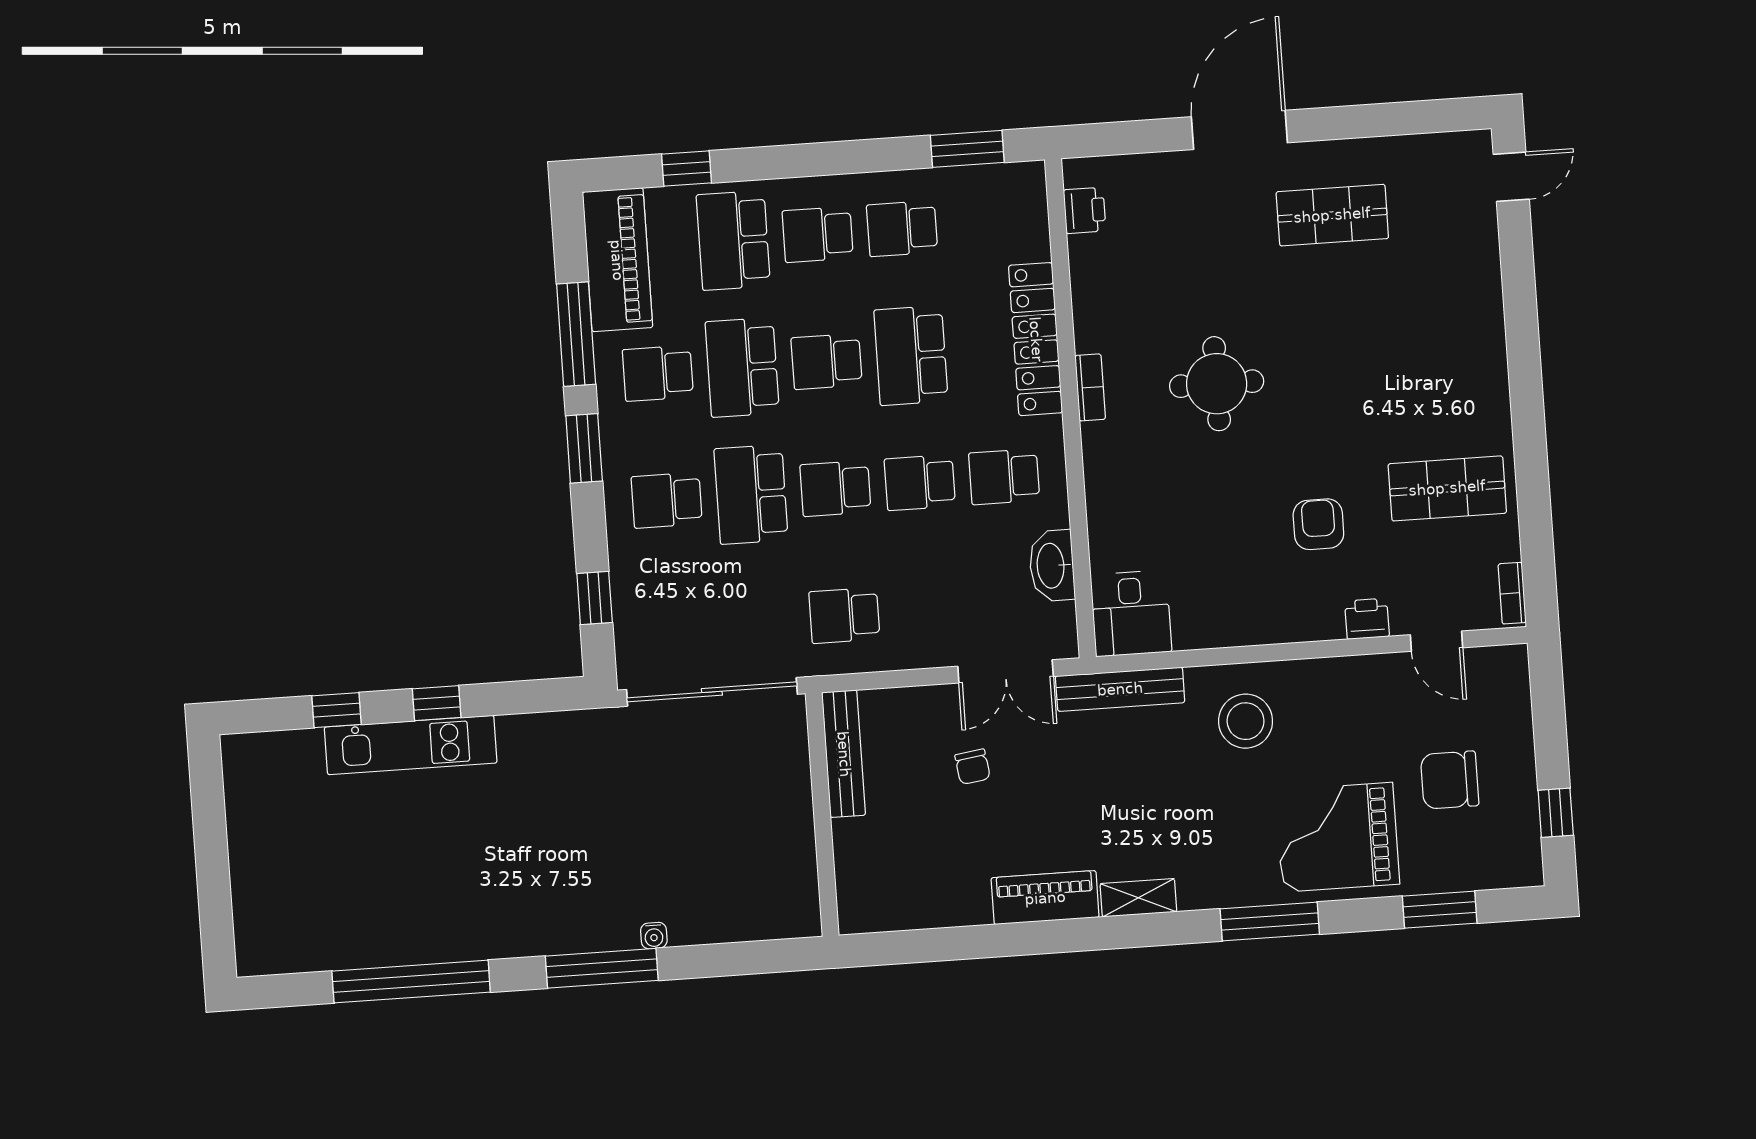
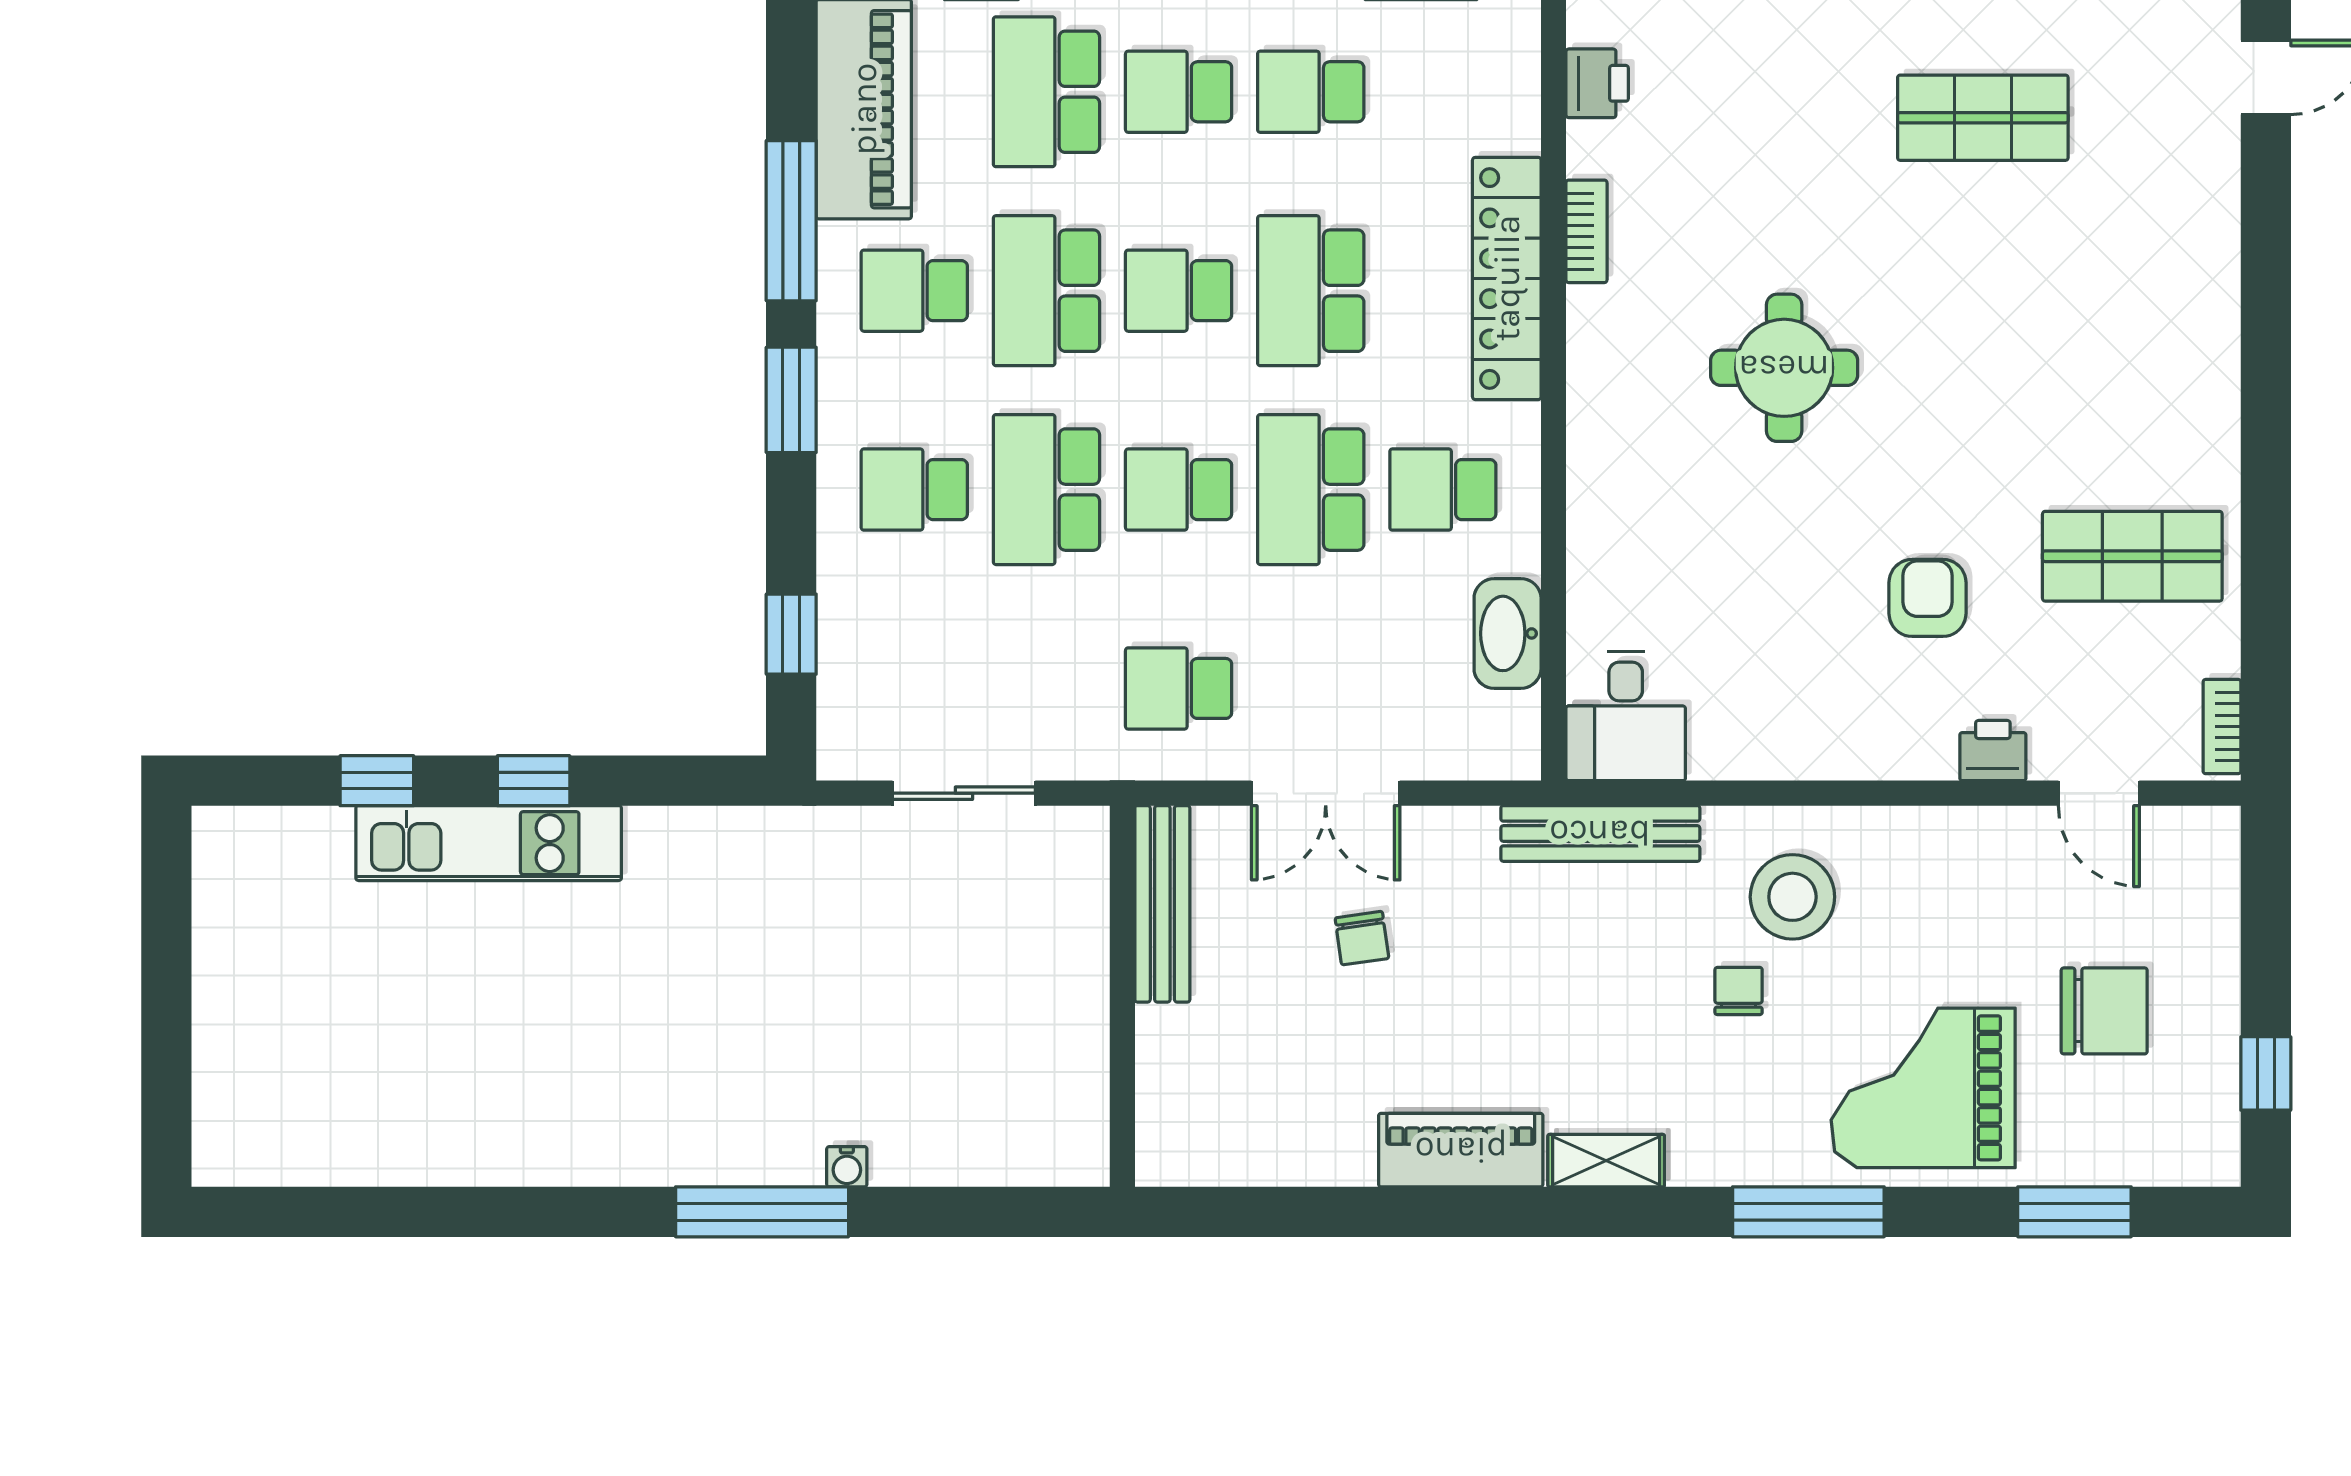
bookcase: (1090, 387) -> (1587, 231), moved
school desk: (920, 483) -> (1311, 490), width x1.85
double door: (1006, 671) -> (1326, 793), moved
sliding door: (712, 692) -> (964, 793), width x0.54
chair: (1450, 780) -> (2104, 1011), turned 180
chair: (1215, 784) -> (1739, 991), added
window: (411, 982) -> (464, 1212), removed

